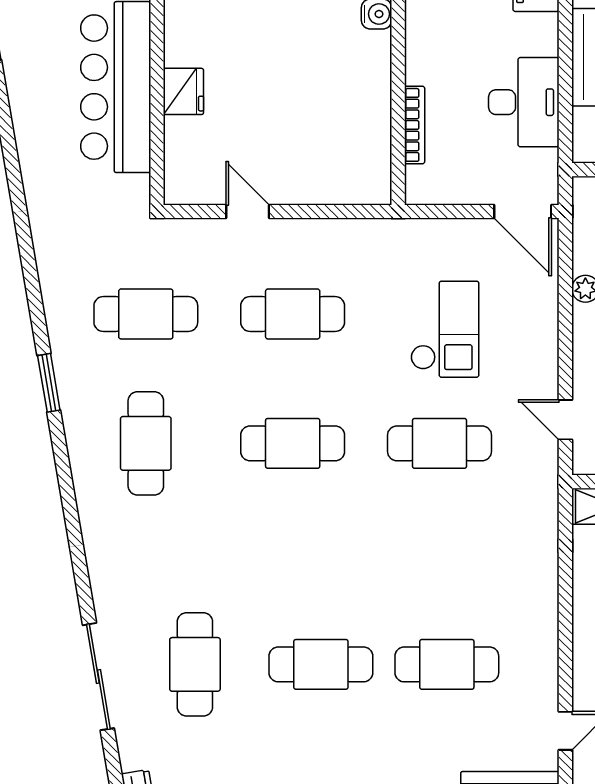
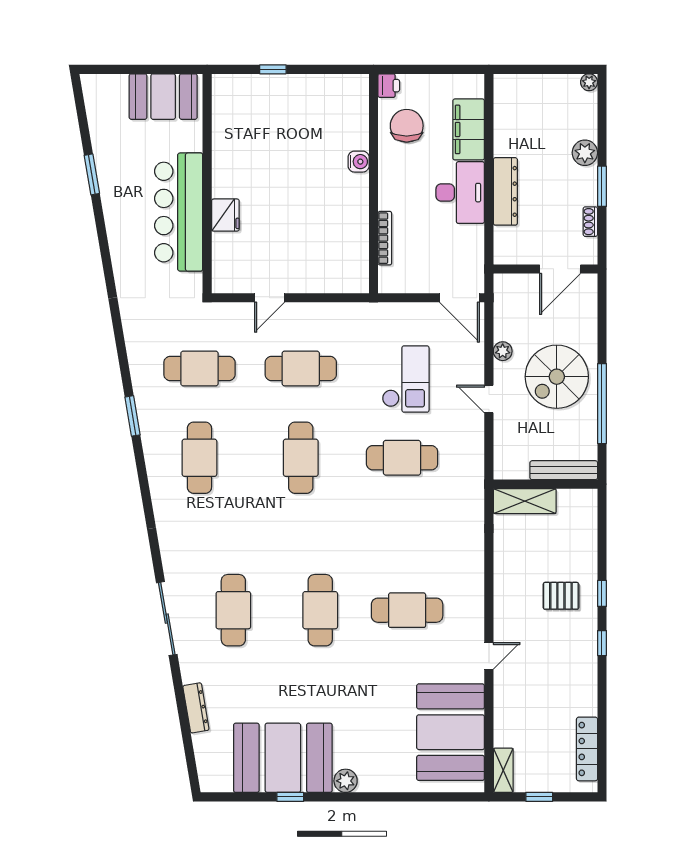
desk: (524, 102) -> (460, 193), moved
door: (248, 211) -> (270, 298), swing flipped
door: (565, 420) -> (489, 399), moved
cafe table: (293, 443) -> (301, 458), turned 90
cafe table: (321, 664) -> (320, 610), turned 90

